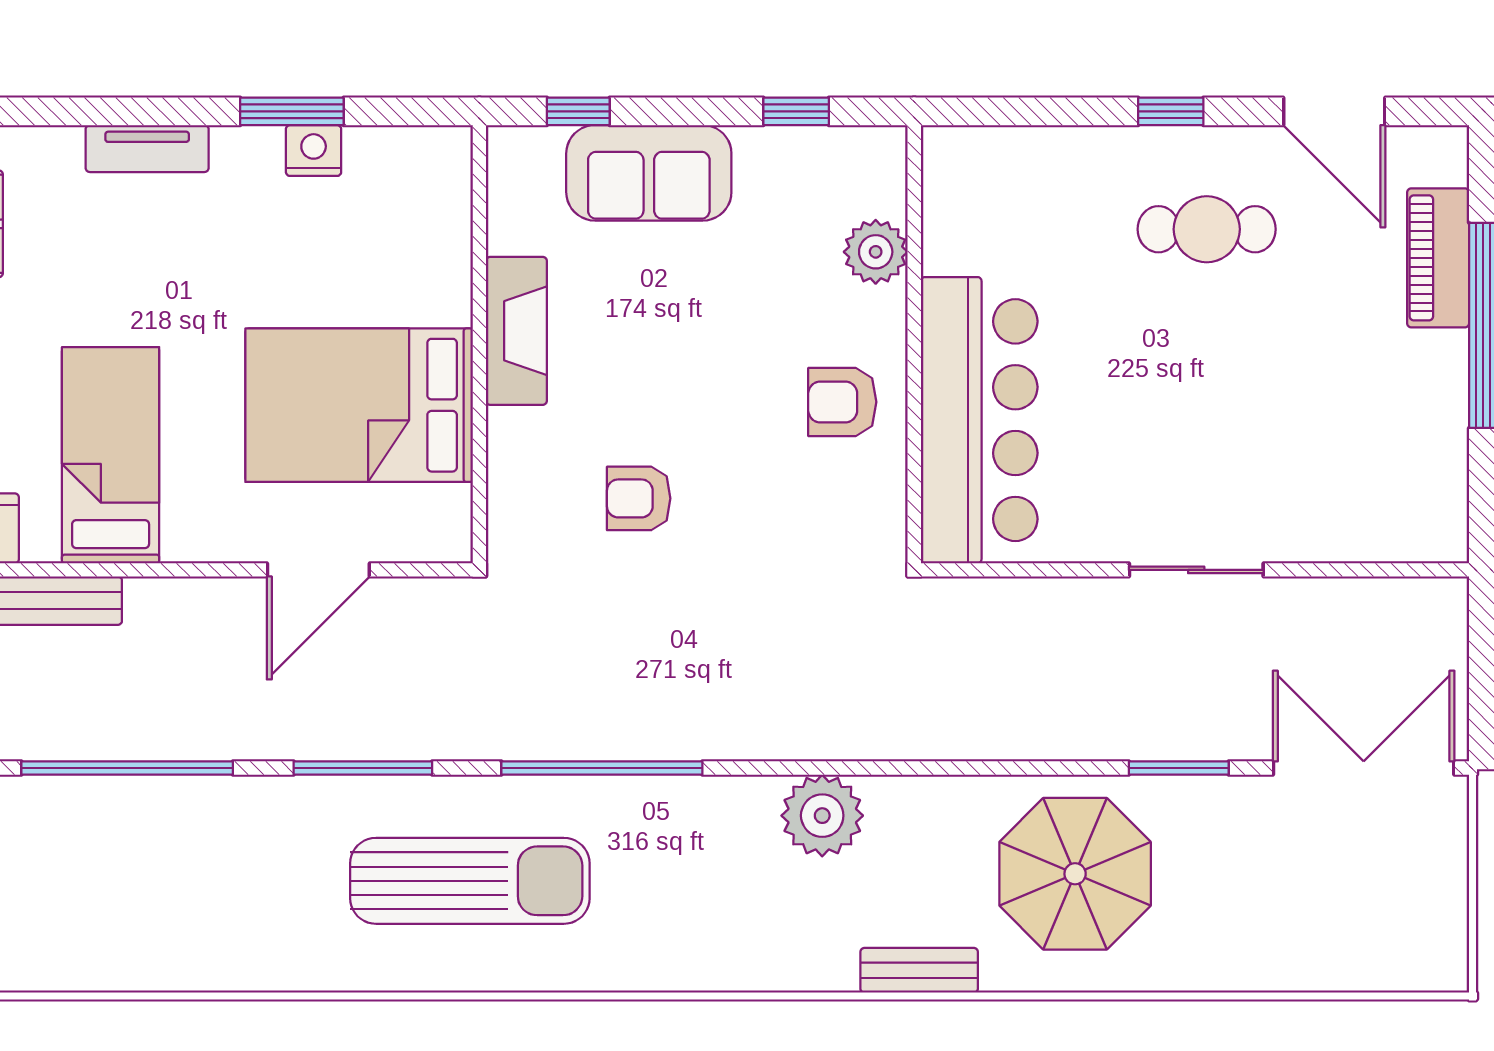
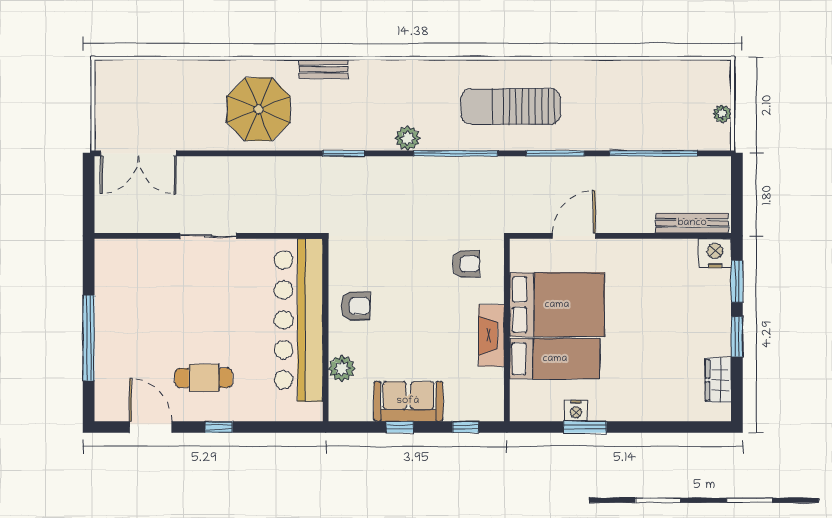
window: (796, 111) -> (400, 427), moved
tv unit: (147, 149) -> (645, 411), removed
sofa: (649, 173) -> (408, 401), moved
piano: (1438, 258) -> (107, 366), removed
bar counter: (979, 420) -> (299, 320), width x1.36
bed: (111, 455) -> (555, 359), moved, turned -90
armchair: (639, 498) -> (466, 264), moved
window: (1179, 768) -> (344, 153), moved
plant: (822, 816) -> (408, 138), moved, width x0.73, depth x0.73

